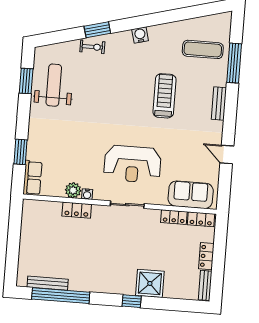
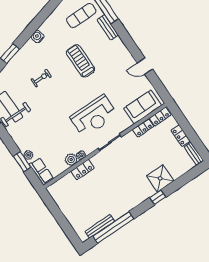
exercise bike: (92, 47) -> (41, 78), moved
bench: (219, 103) -> (108, 27), moved
plant: (33, 150) -> (28, 155), added

